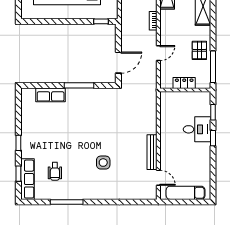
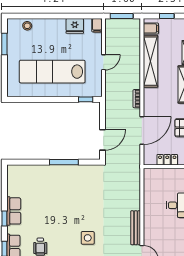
door: (158, 53) -> (142, 130), width x1.87
row of seats: (51, 95) -> (14, 211), moved, turned -90

